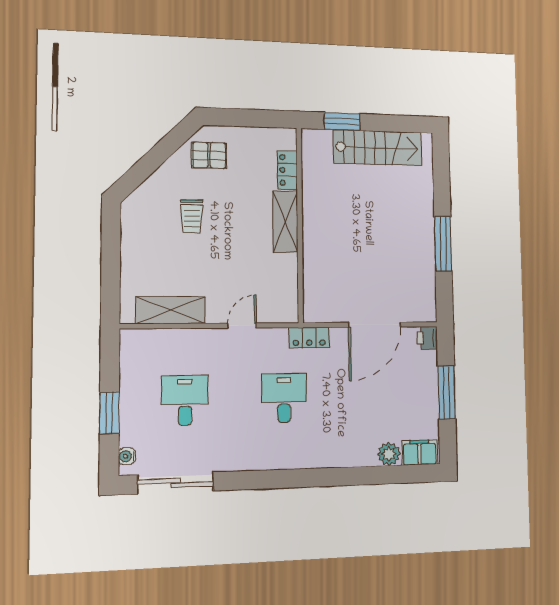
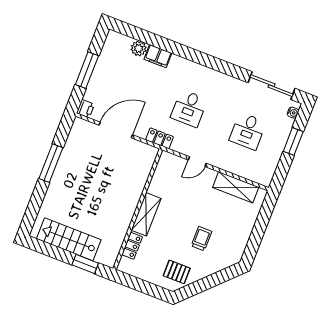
filing cabinet: (420, 452) -> (158, 56), moved

